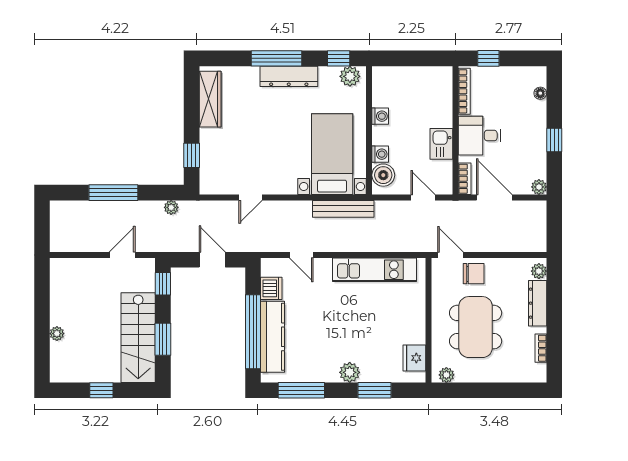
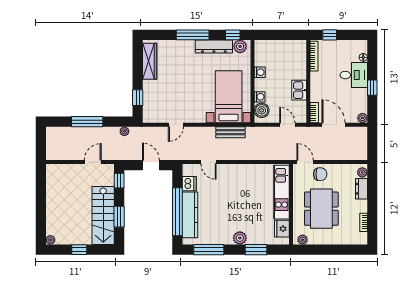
dresser: (289, 76) -> (214, 46), moved
desk: (479, 136) -> (354, 75), moved, turned 180
bench: (343, 209) -> (231, 132), width x0.73
kitchen unit: (375, 270) -> (281, 192), moved, turned 90
dresser: (538, 303) -> (362, 189), width x0.70
plant: (57, 334) -> (50, 240), moved

